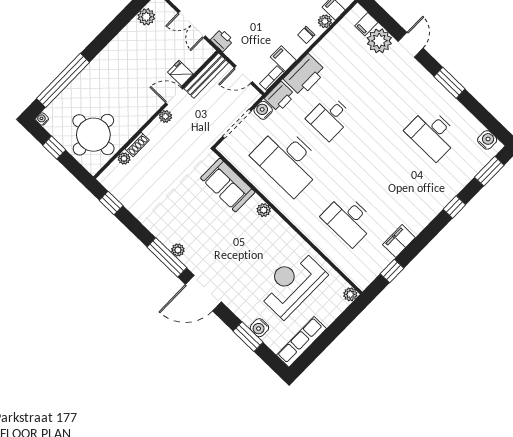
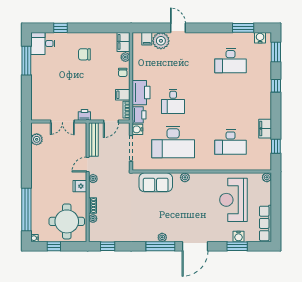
fridge: (180, 73) -> (80, 186), moved
window: (449, 83) -> (243, 28), moved

